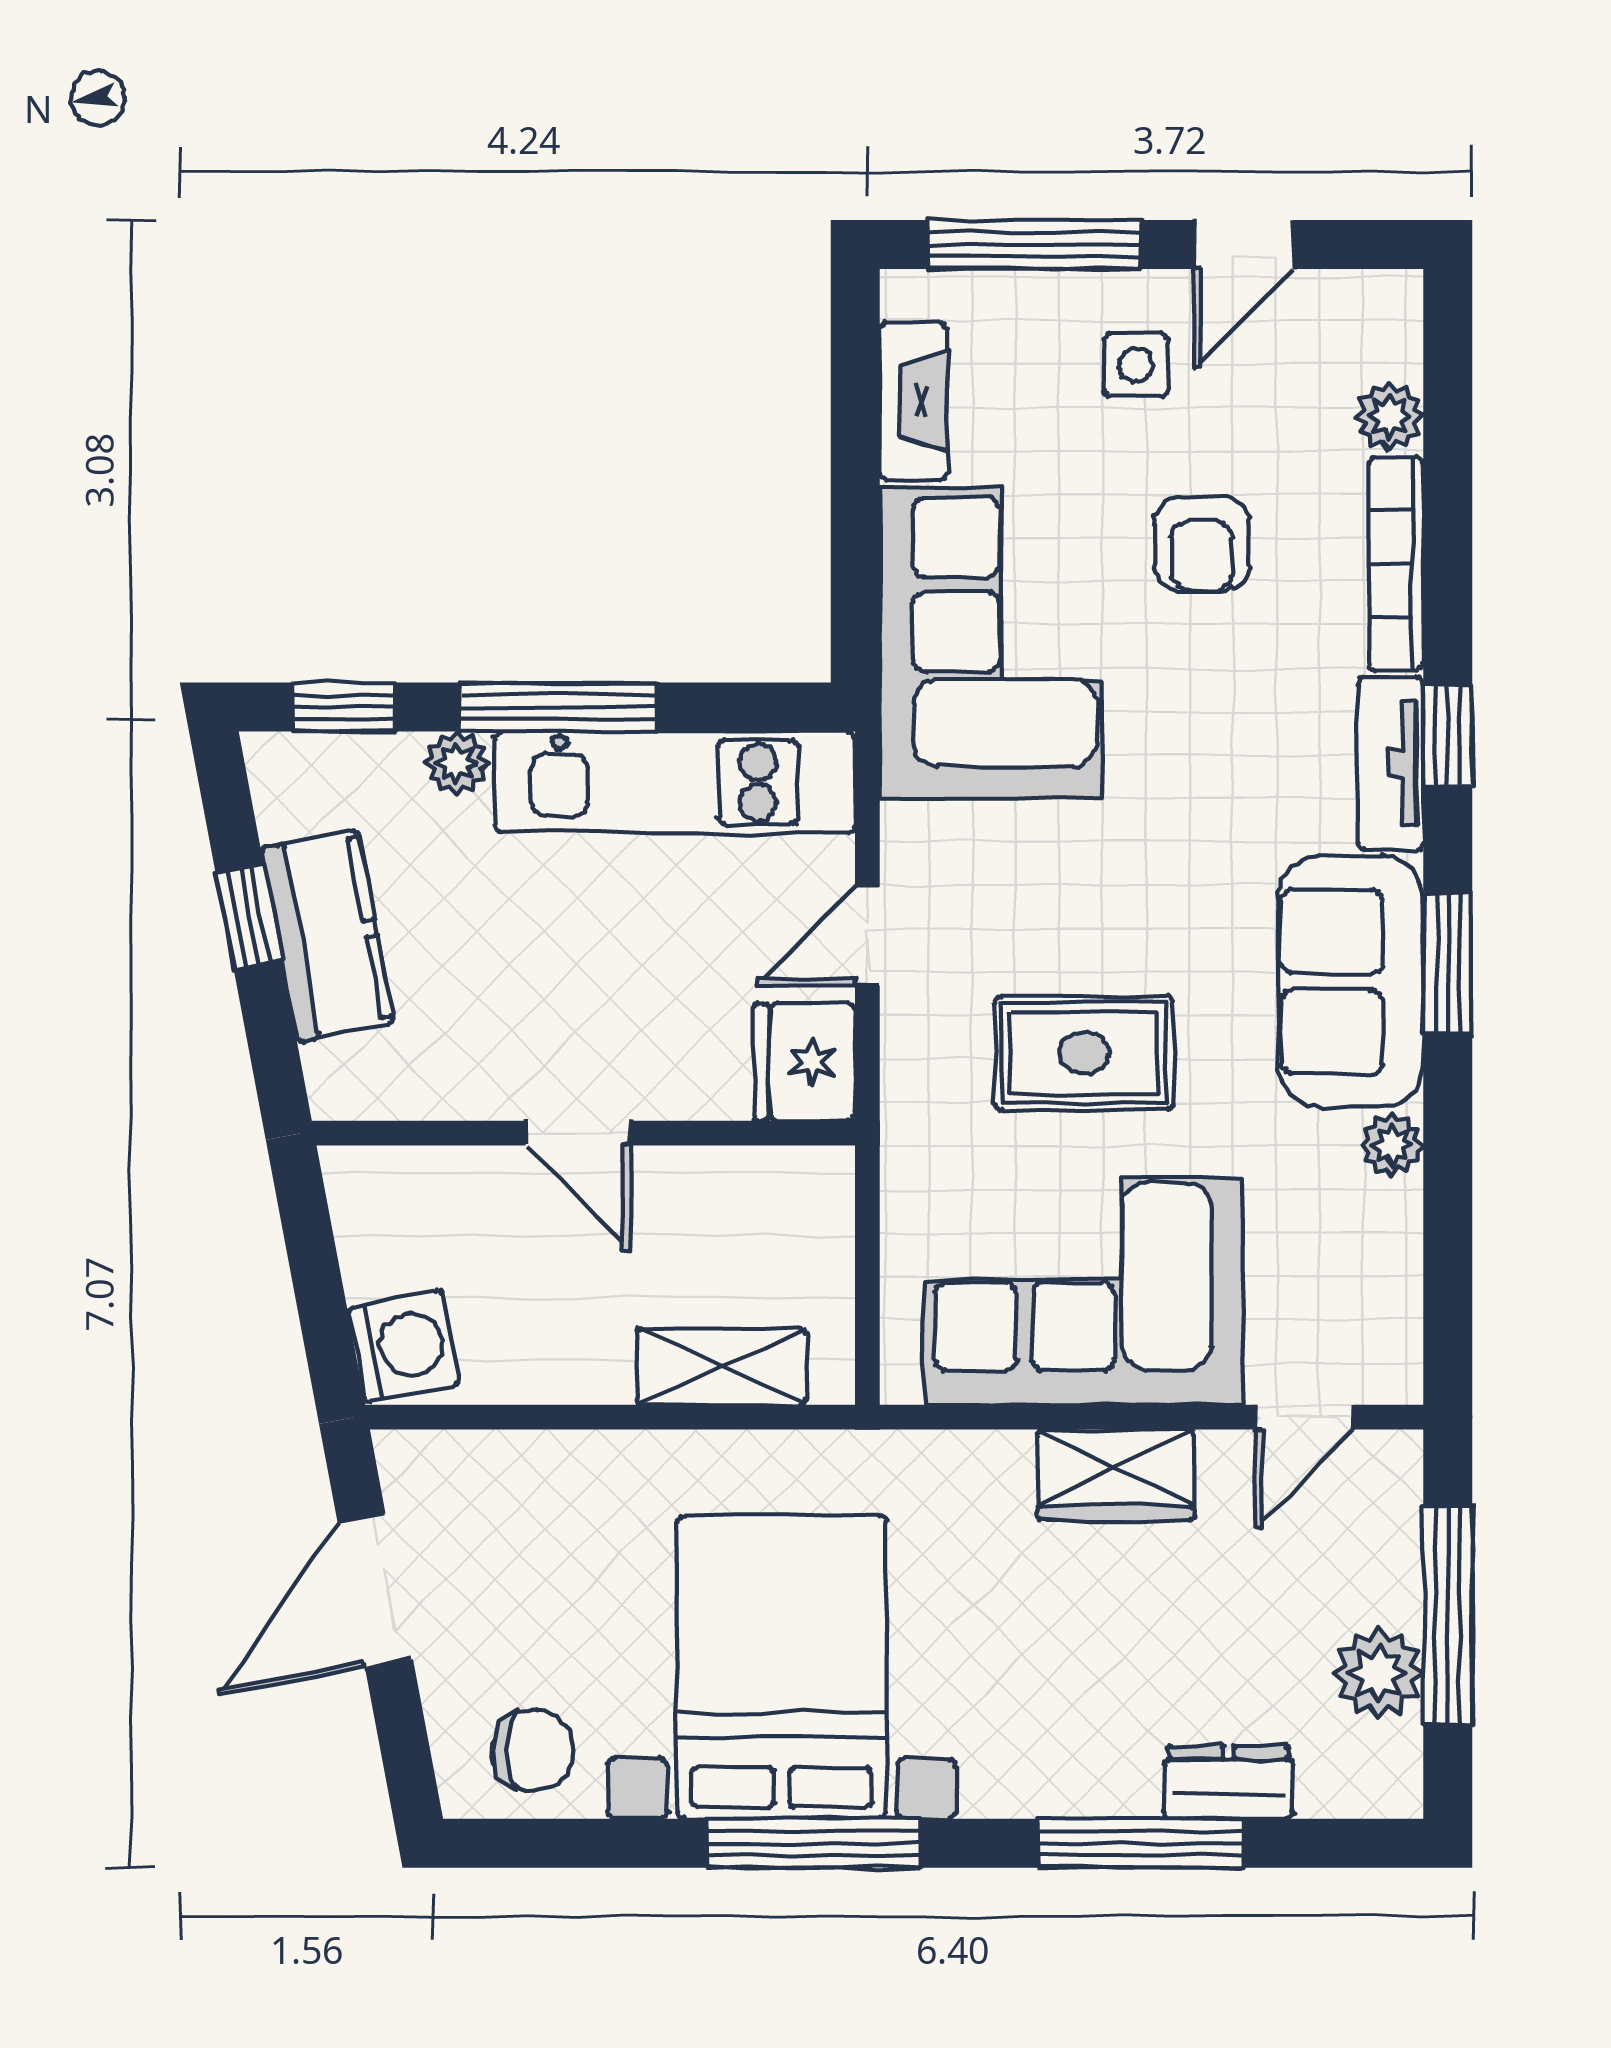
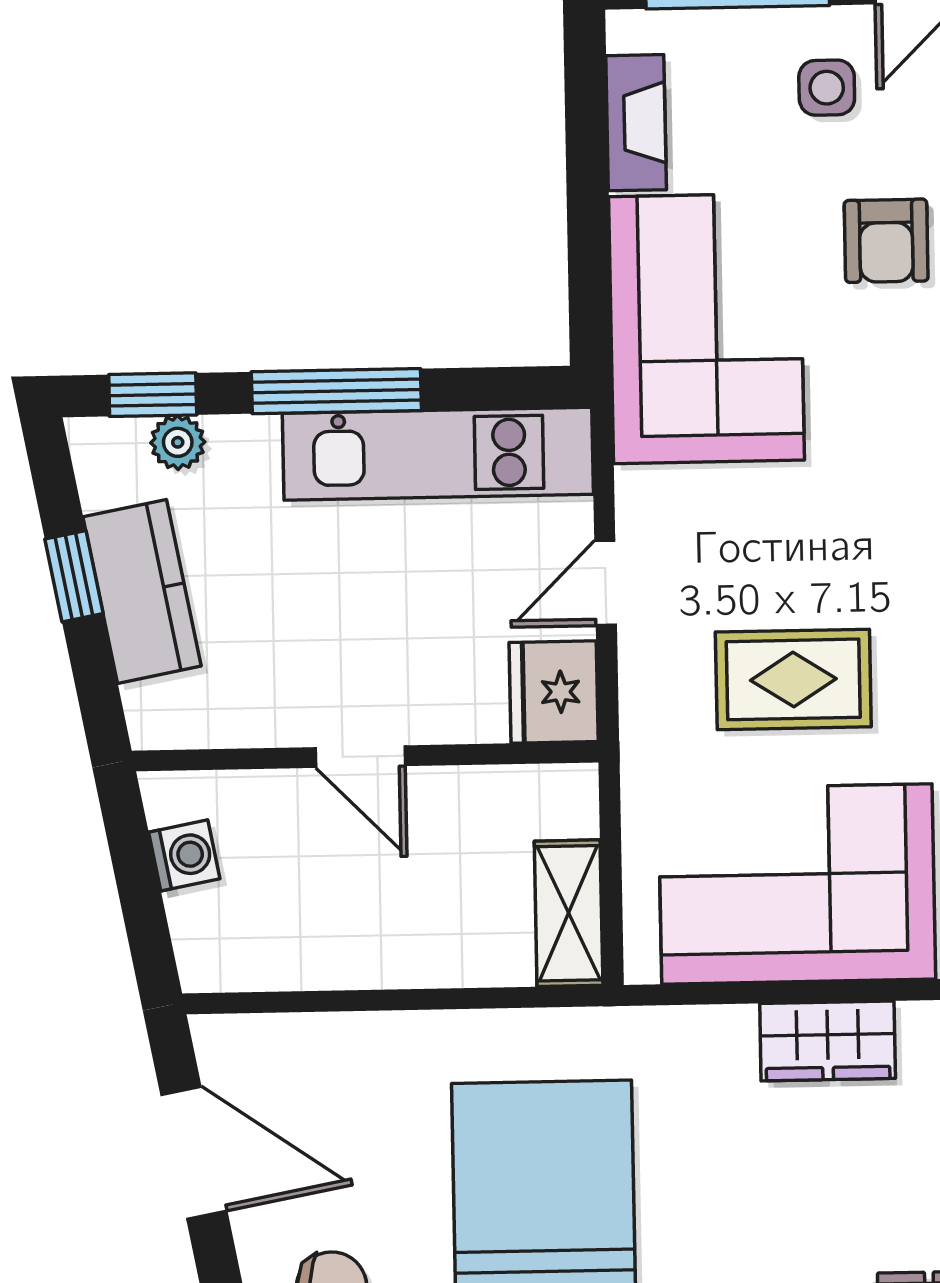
plant: (457, 763) -> (178, 442), moved
washing machine: (403, 1346) -> (184, 855), moved, width x0.73, depth x0.73
shelving: (722, 1367) -> (569, 913), moved, turned 90
door: (375, 1591) -> (194, 1153), swing flipped

